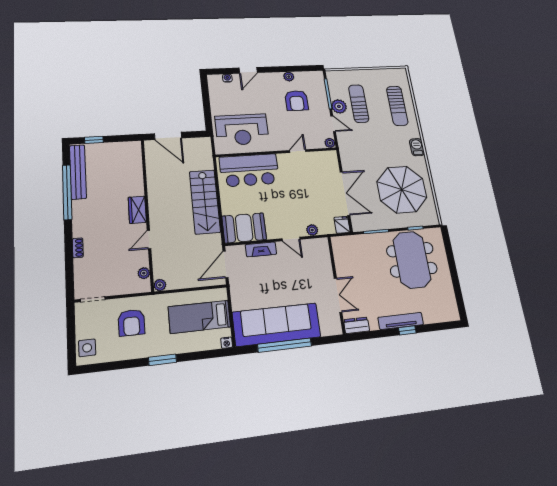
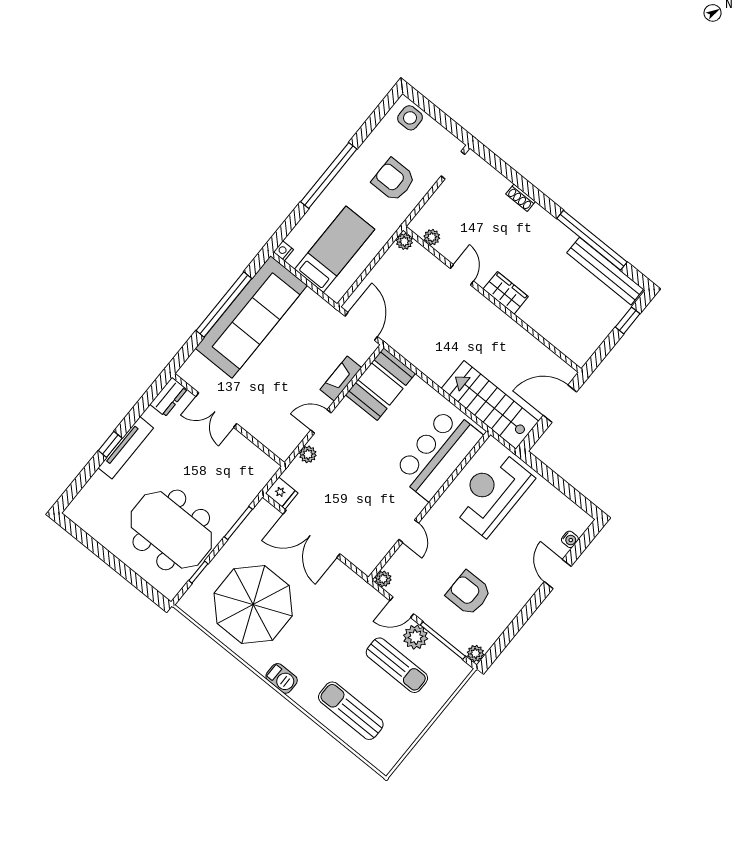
plant: (289, 77) -> (475, 653), moved
stairs: (205, 202) -> (490, 405), moved
window: (163, 360) -> (329, 175), width x2.11

